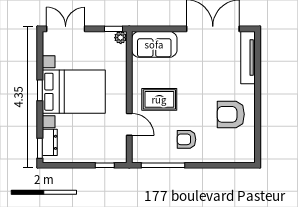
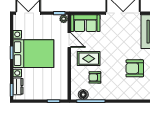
door: (129, 124) -> (69, 40), moved
armchair: (186, 139) -> (95, 77), moved
floor lamp: (151, 155) -> (83, 95), added

